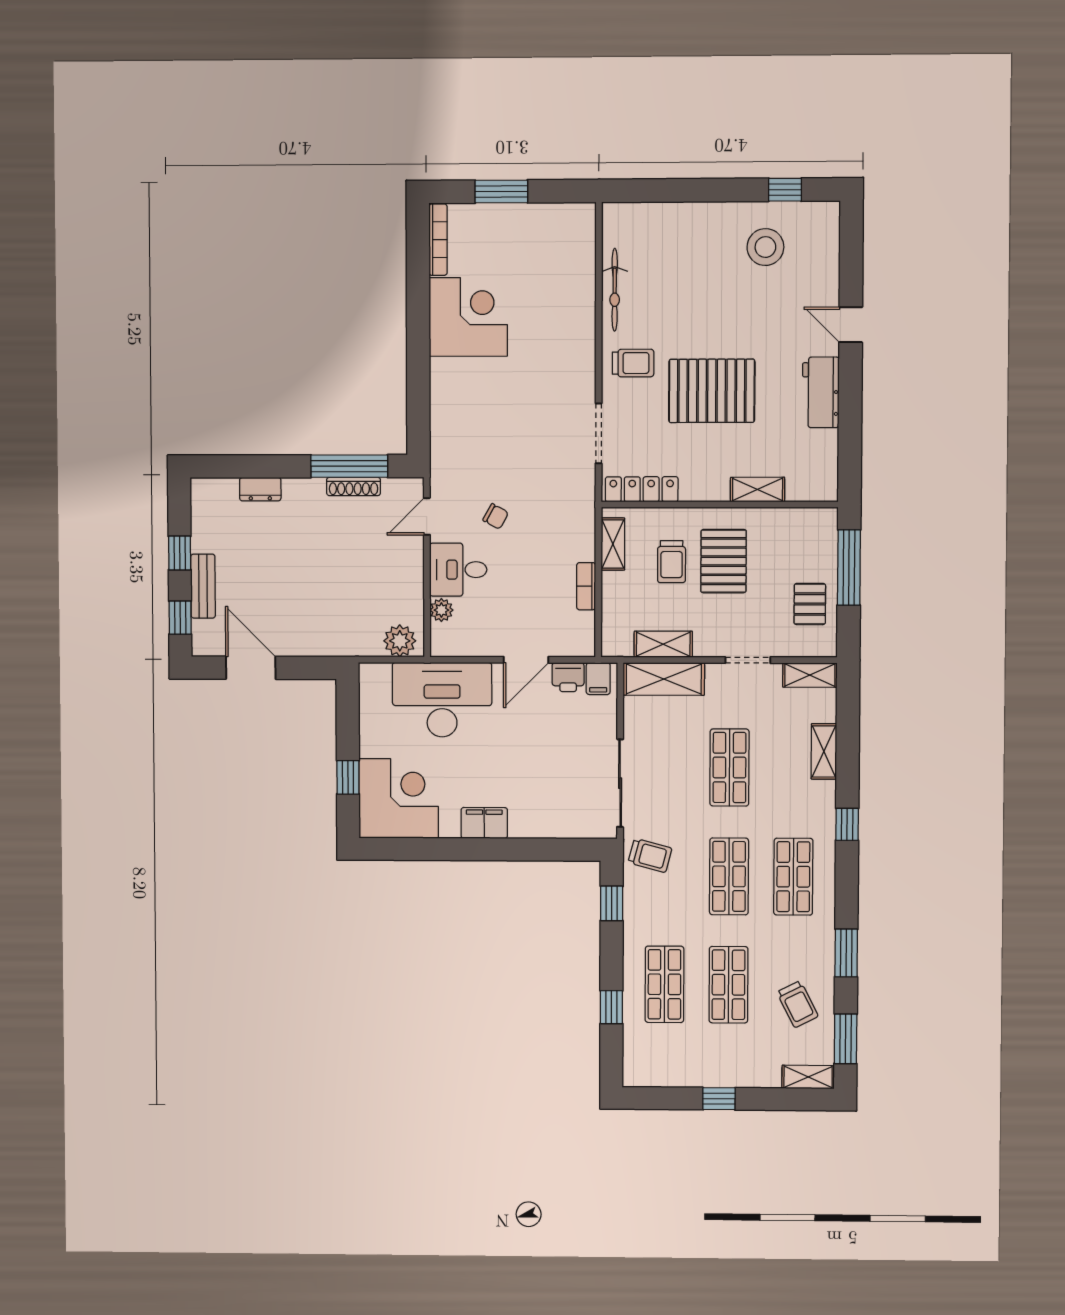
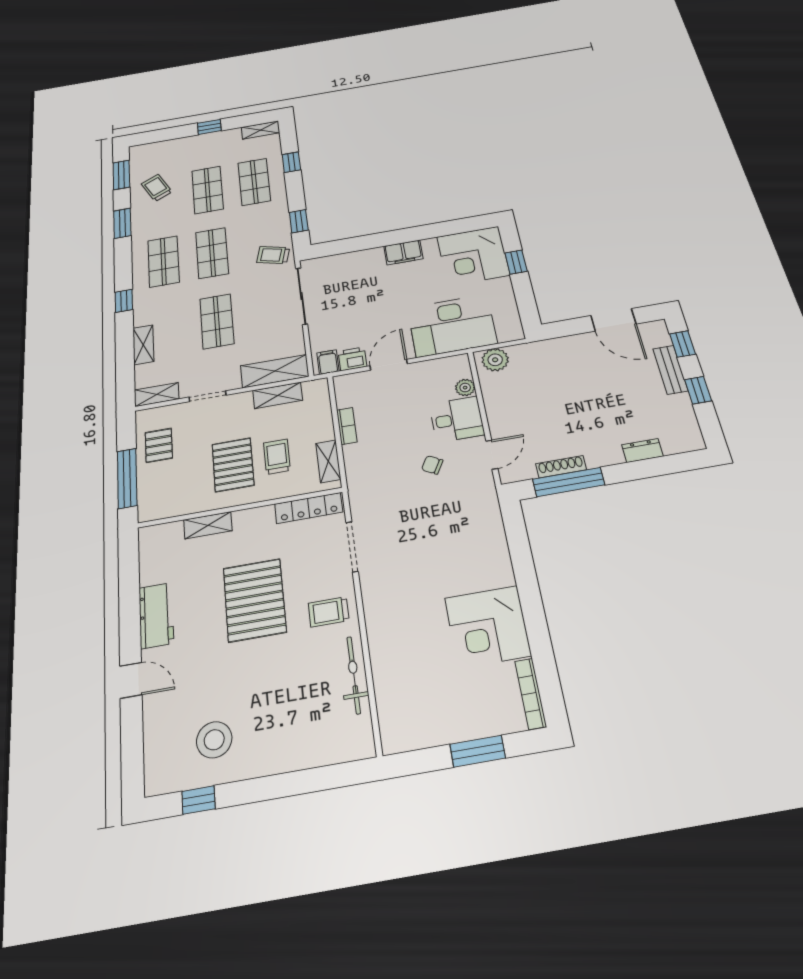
pallet: (712, 391) -> (255, 600), turned 90
shelving: (808, 1077) -> (261, 130), moved

